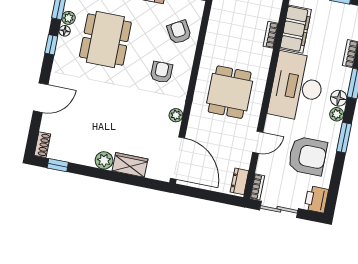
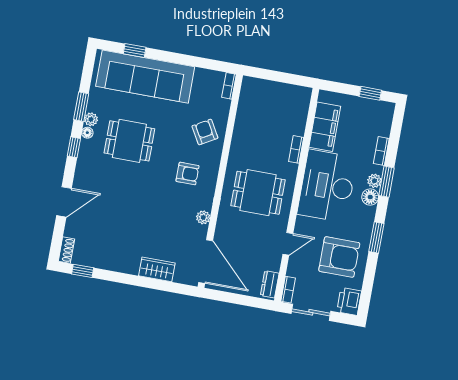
bookcase: (271, 35) -> (296, 149), moved
dining table: (105, 40) -> (129, 141), width x0.73
armchair: (161, 72) -> (188, 173), turned 90
dining table: (230, 92) -> (258, 193), turned 90
plant: (337, 114) -> (374, 181), moved
plant: (104, 160) -> (130, 265), removed

